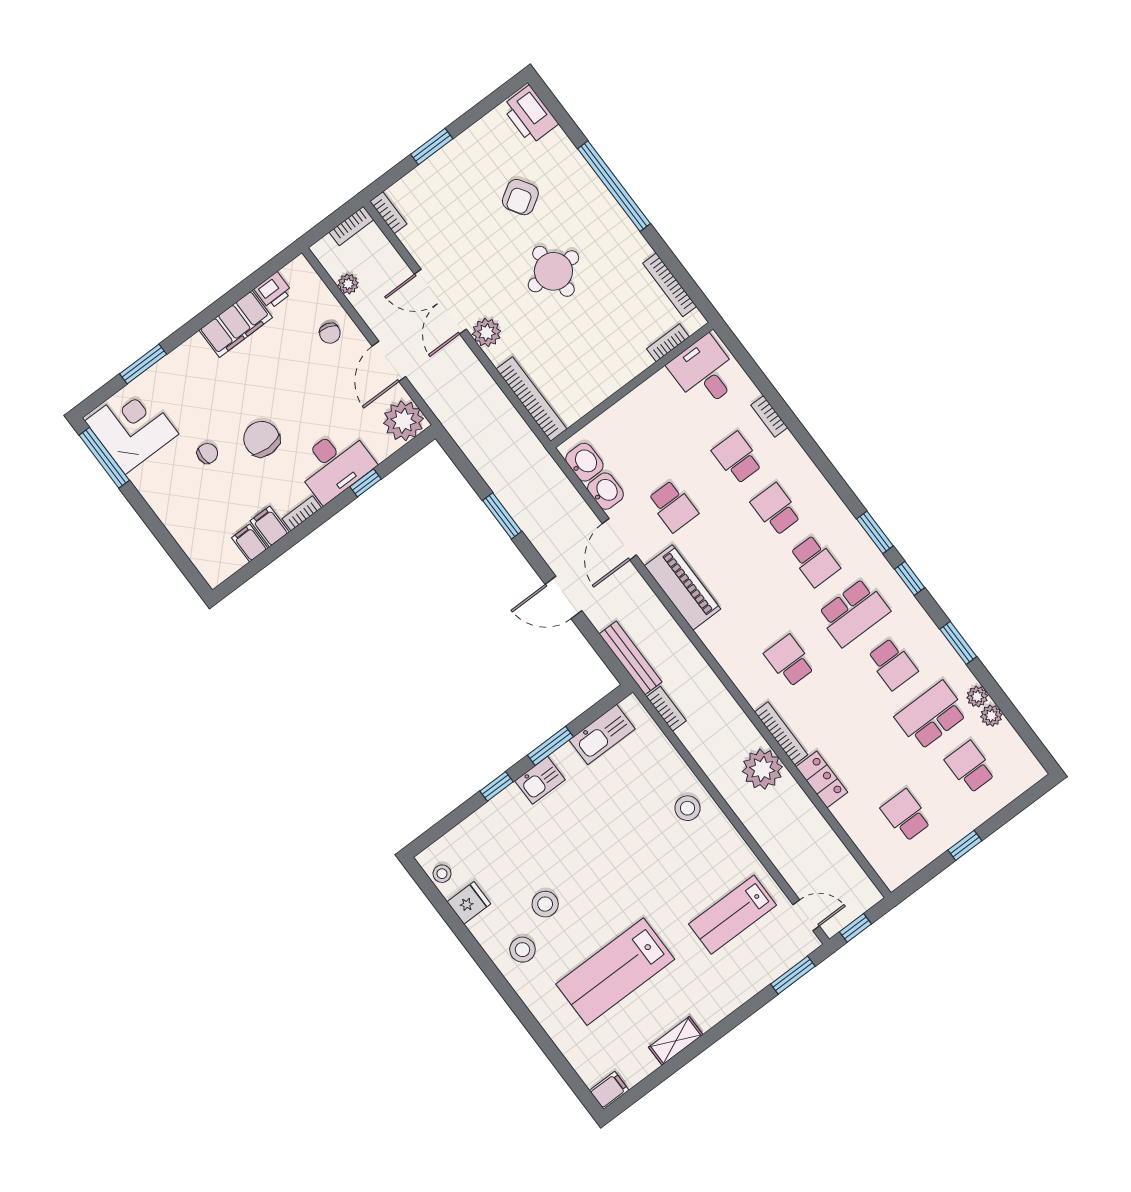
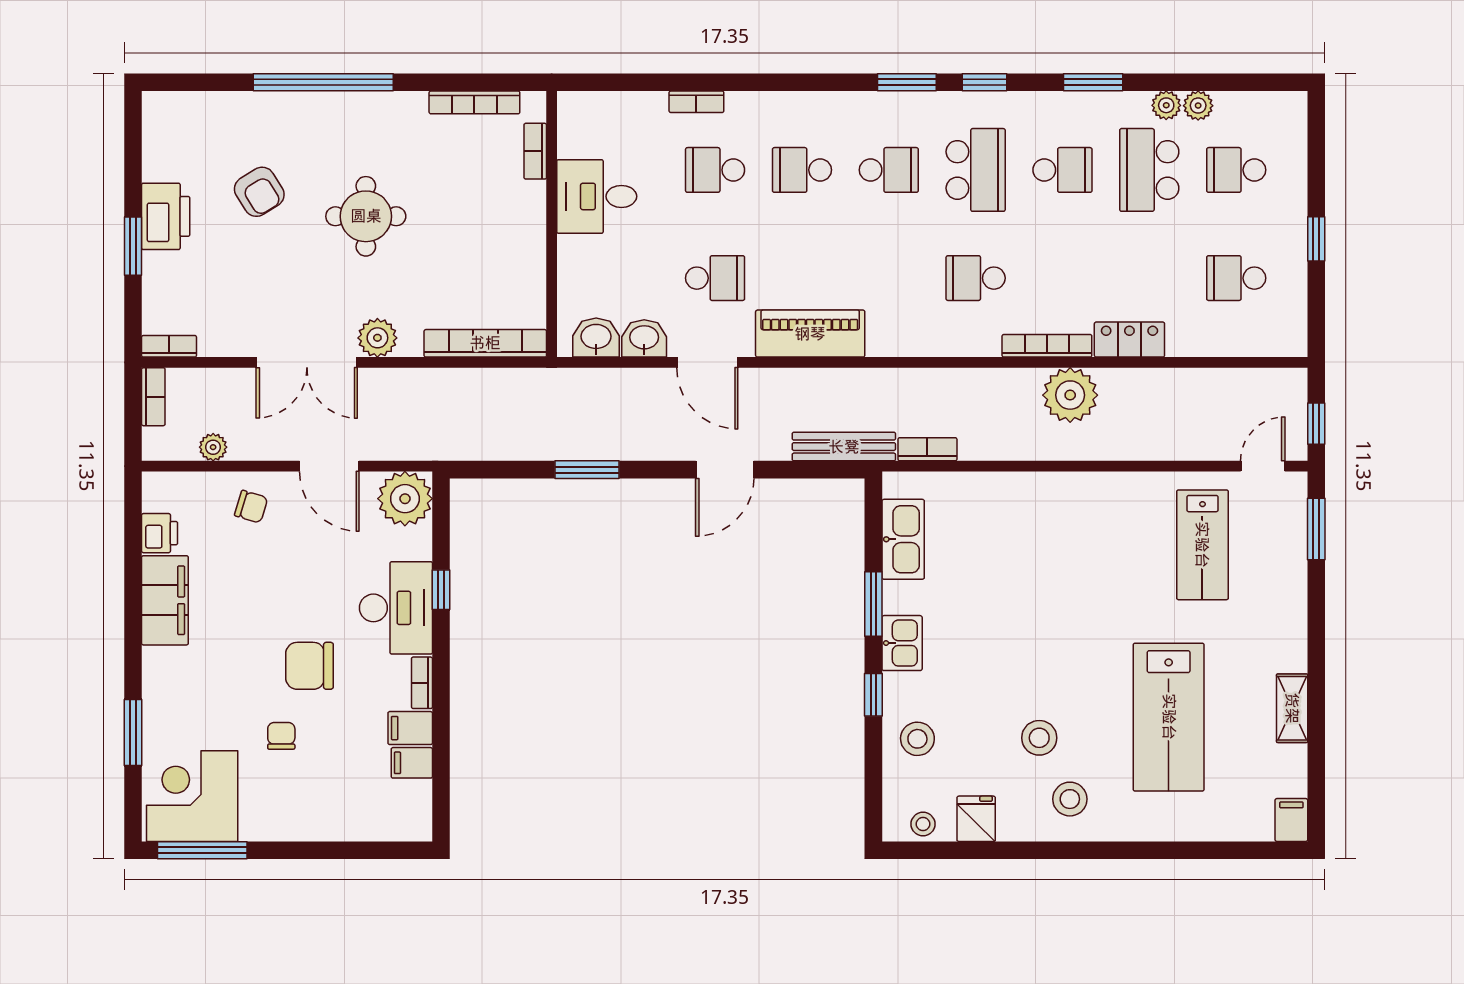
printer: (530, 115) -> (166, 216), moved, turned -90
desk: (705, 372) -> (597, 196), moved
stool: (687, 808) -> (917, 739), moved

